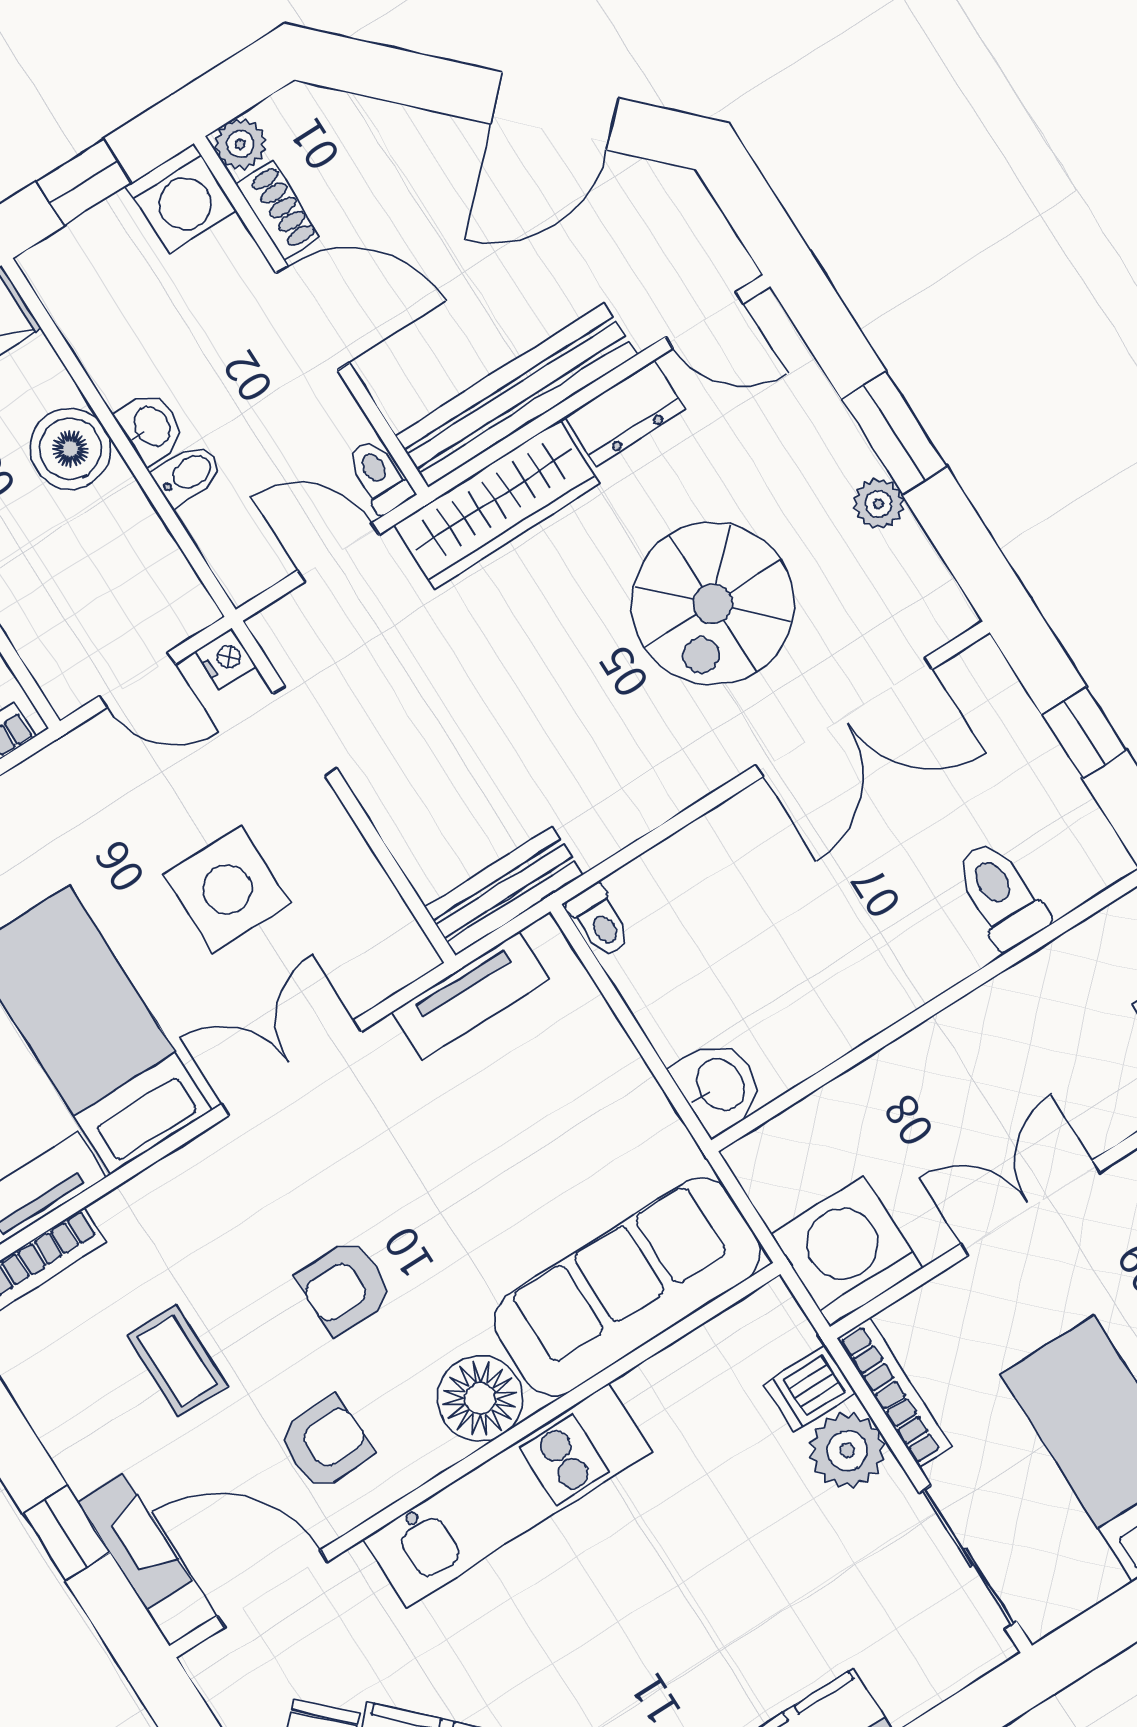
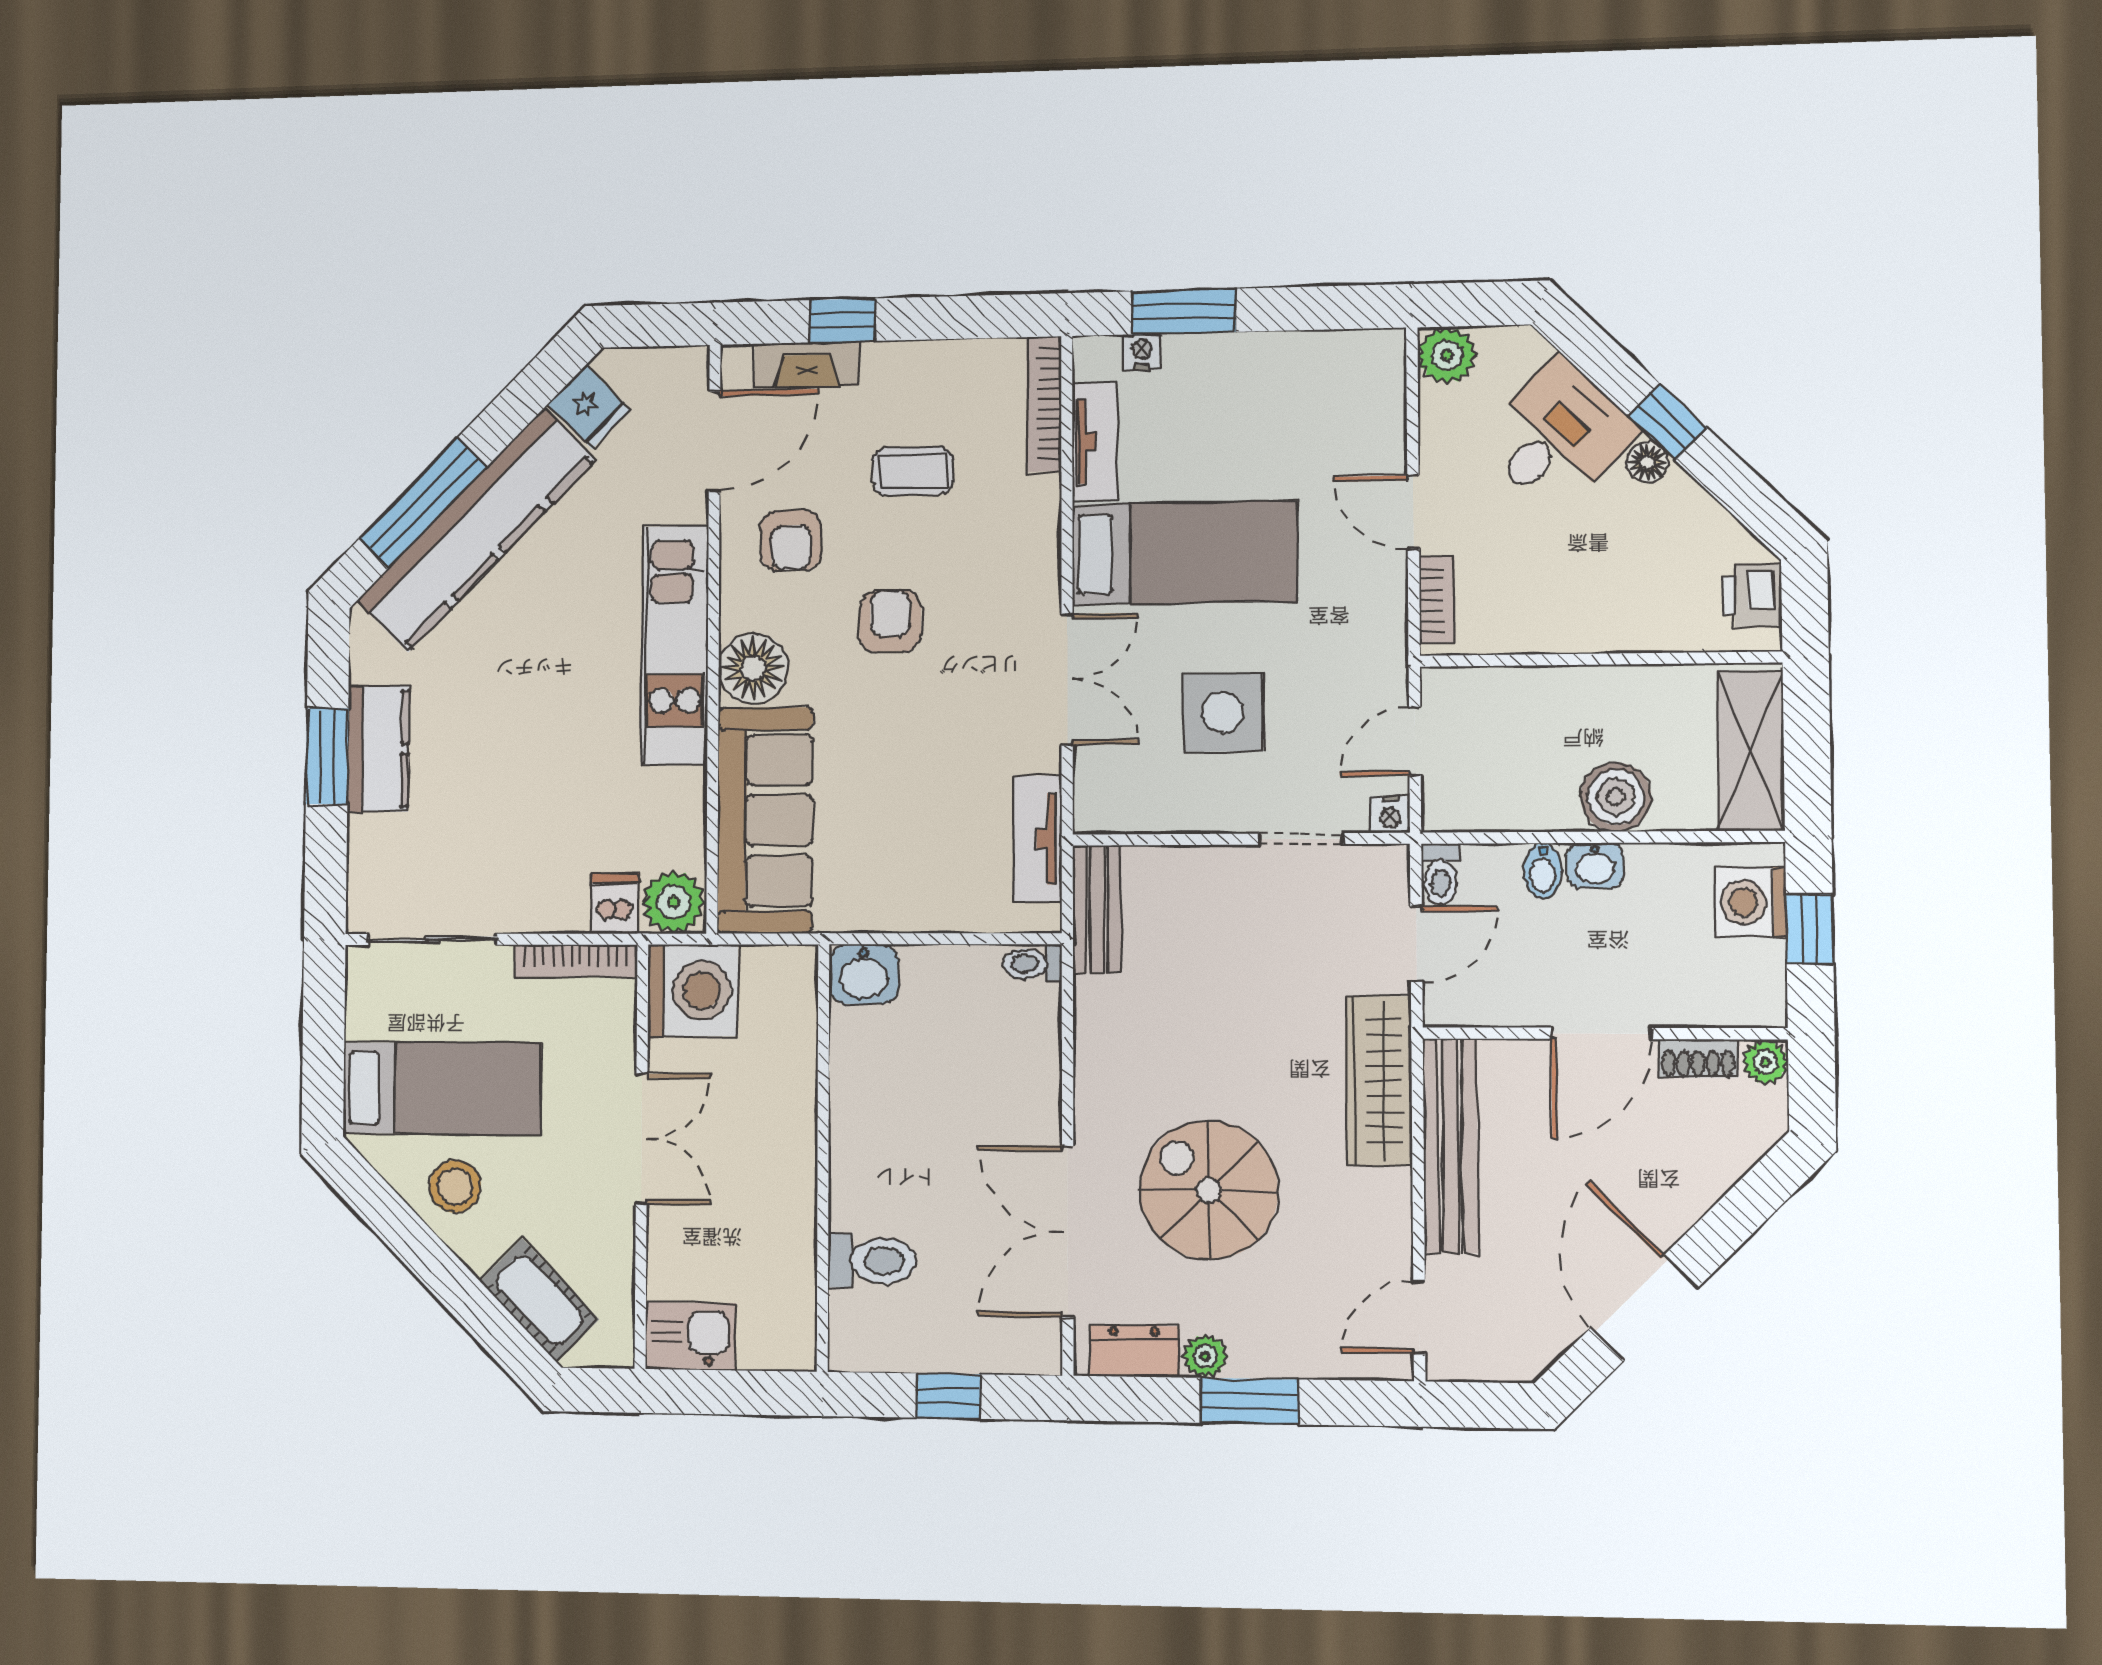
washing machine: (181, 199) -> (1750, 902), moved
dresser: (625, 413) -> (1134, 1351), moved, turned 90
toilet: (379, 476) -> (1441, 874), moved, turned 90
plant: (847, 1450) -> (673, 902), moved

